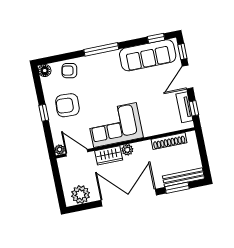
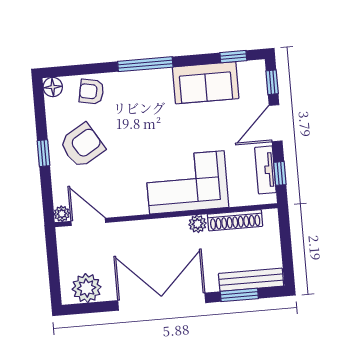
sofa: (148, 55) -> (206, 83), width x0.73
armchair: (67, 105) -> (82, 146), turned 146
corner sofa: (115, 125) -> (187, 182), moved
plant: (127, 150) -> (197, 224), moved
wardrobe: (109, 155) -> (138, 232), removed

